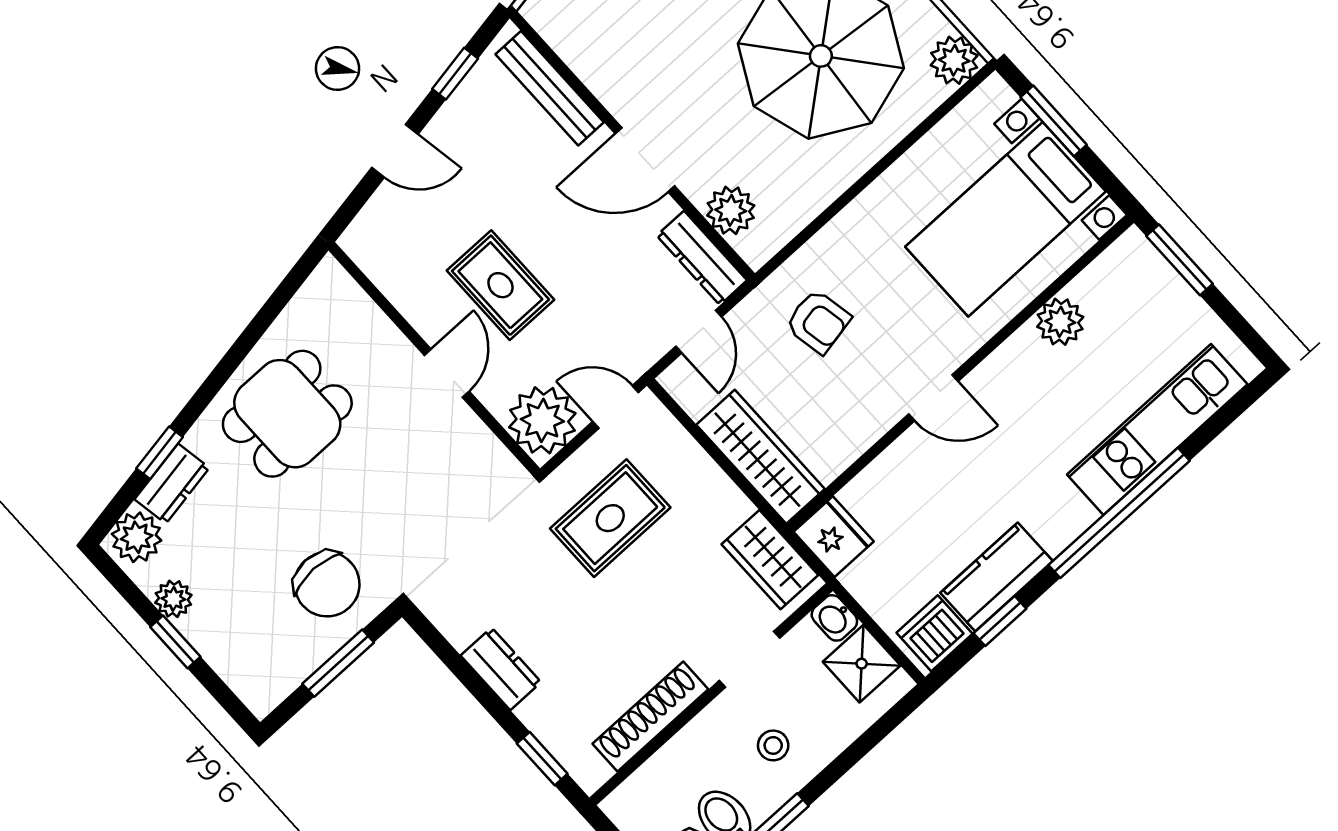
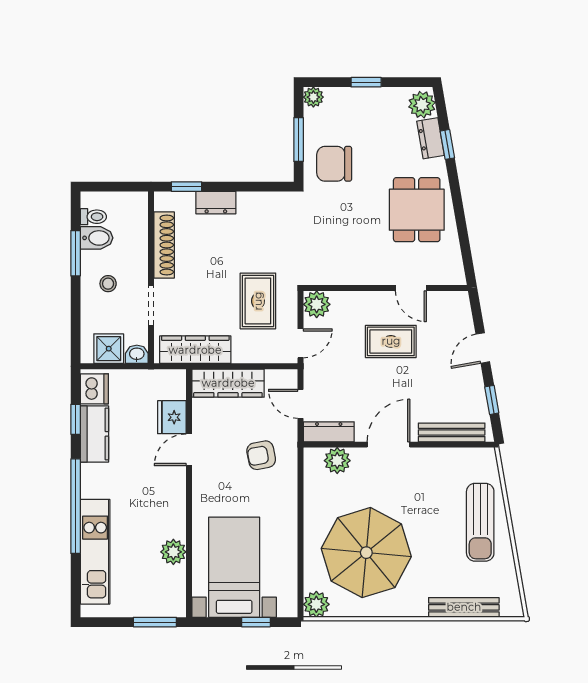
window: (1054, 121) -> (256, 622), width x0.67
door: (447, 373) -> (411, 288), moved
door: (933, 398) -> (189, 450), moved
plant: (542, 420) -> (317, 304), width x0.73, depth x0.73
fridge: (834, 537) -> (172, 417), moved, turned 90
wardrobe: (770, 560) -> (195, 350), width x1.50
plant: (173, 599) -> (313, 97), moved
dresser: (501, 669) -> (216, 203), moved

